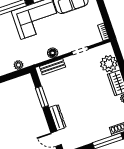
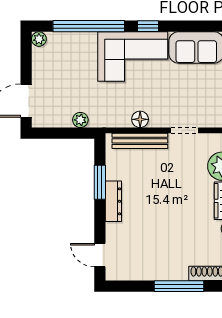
bench: (53, 67) -> (140, 141), width x1.36
dresser: (58, 117) -> (113, 201), moved

